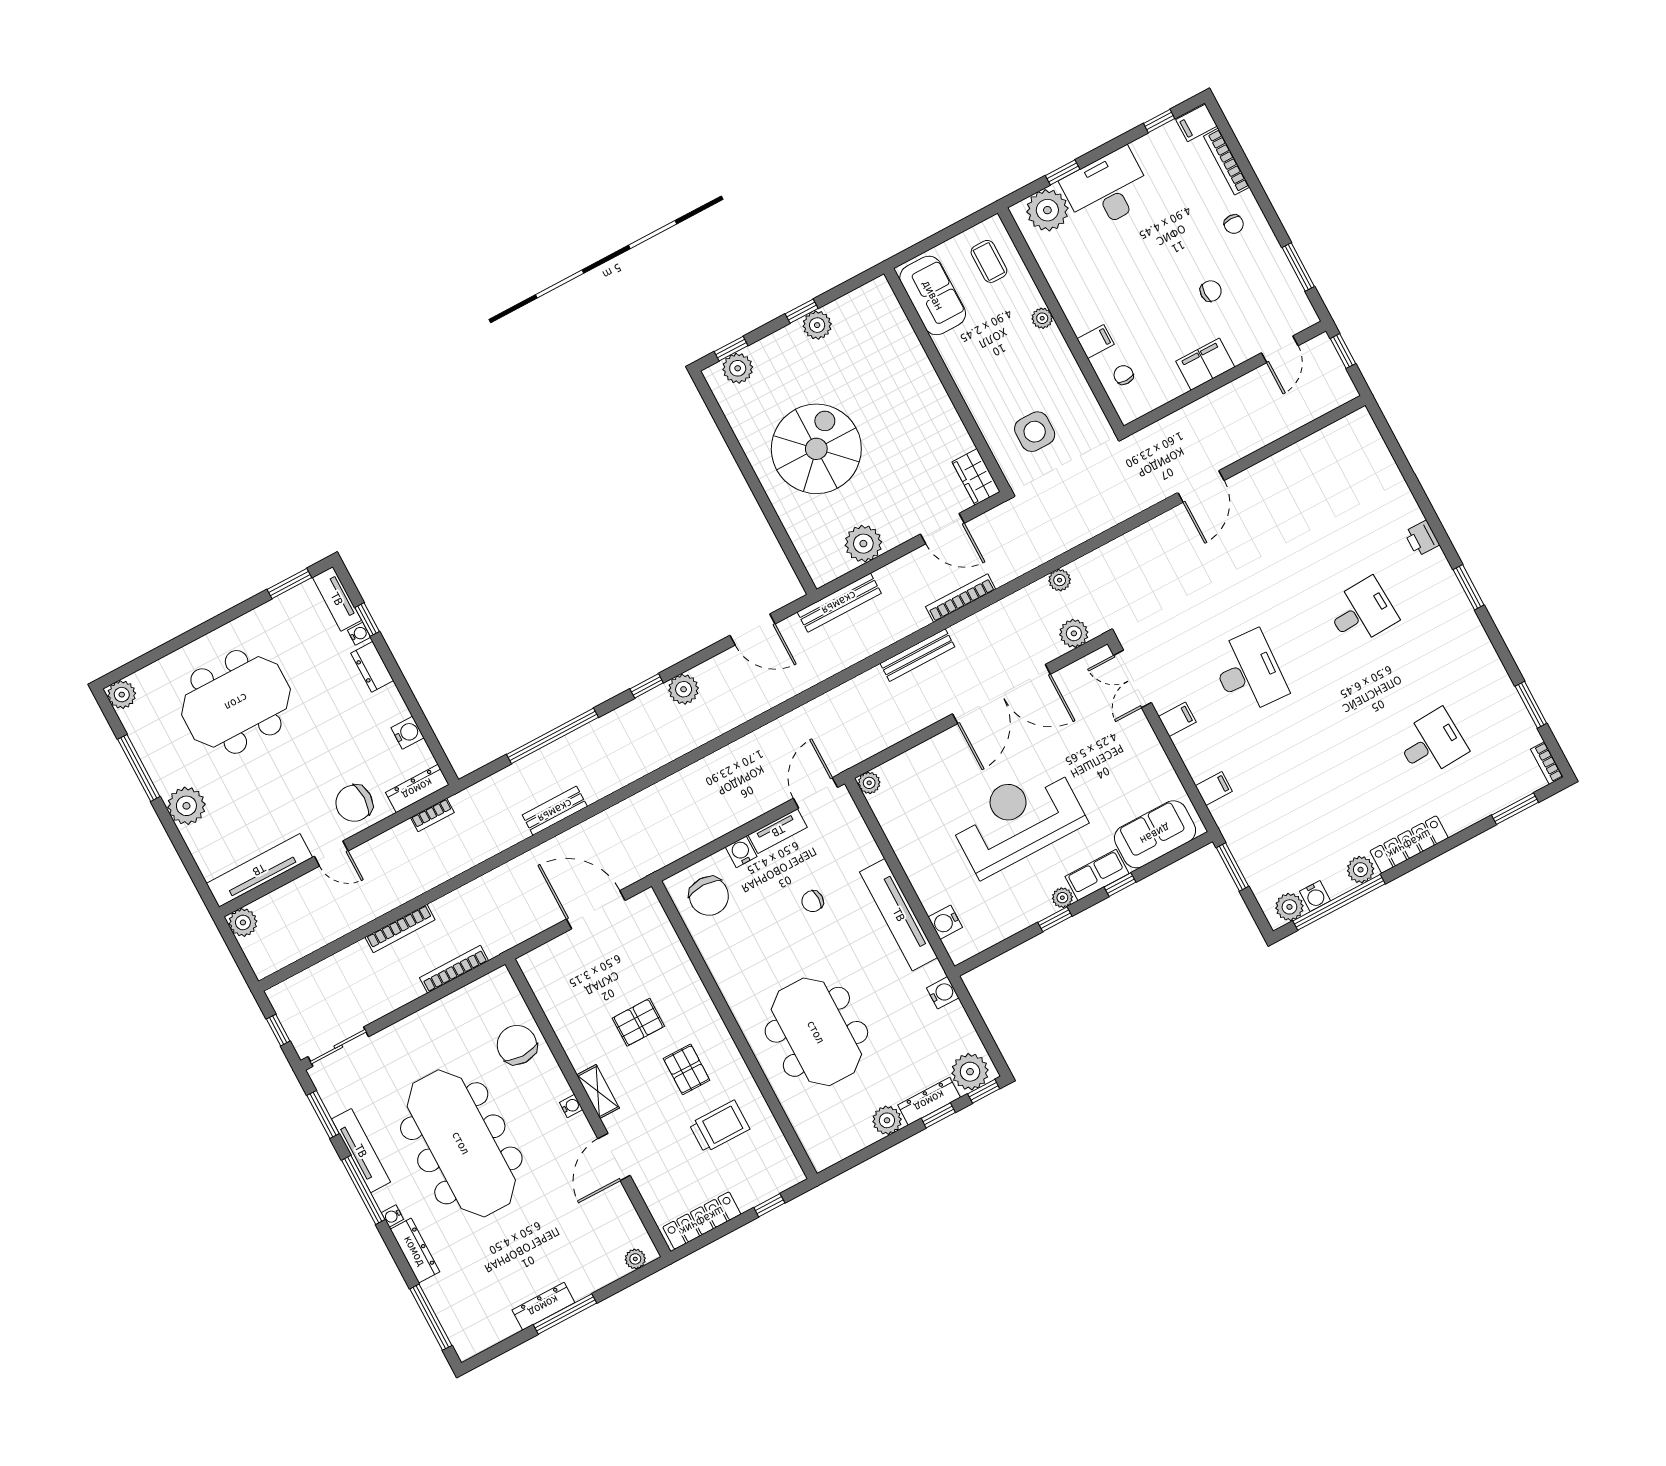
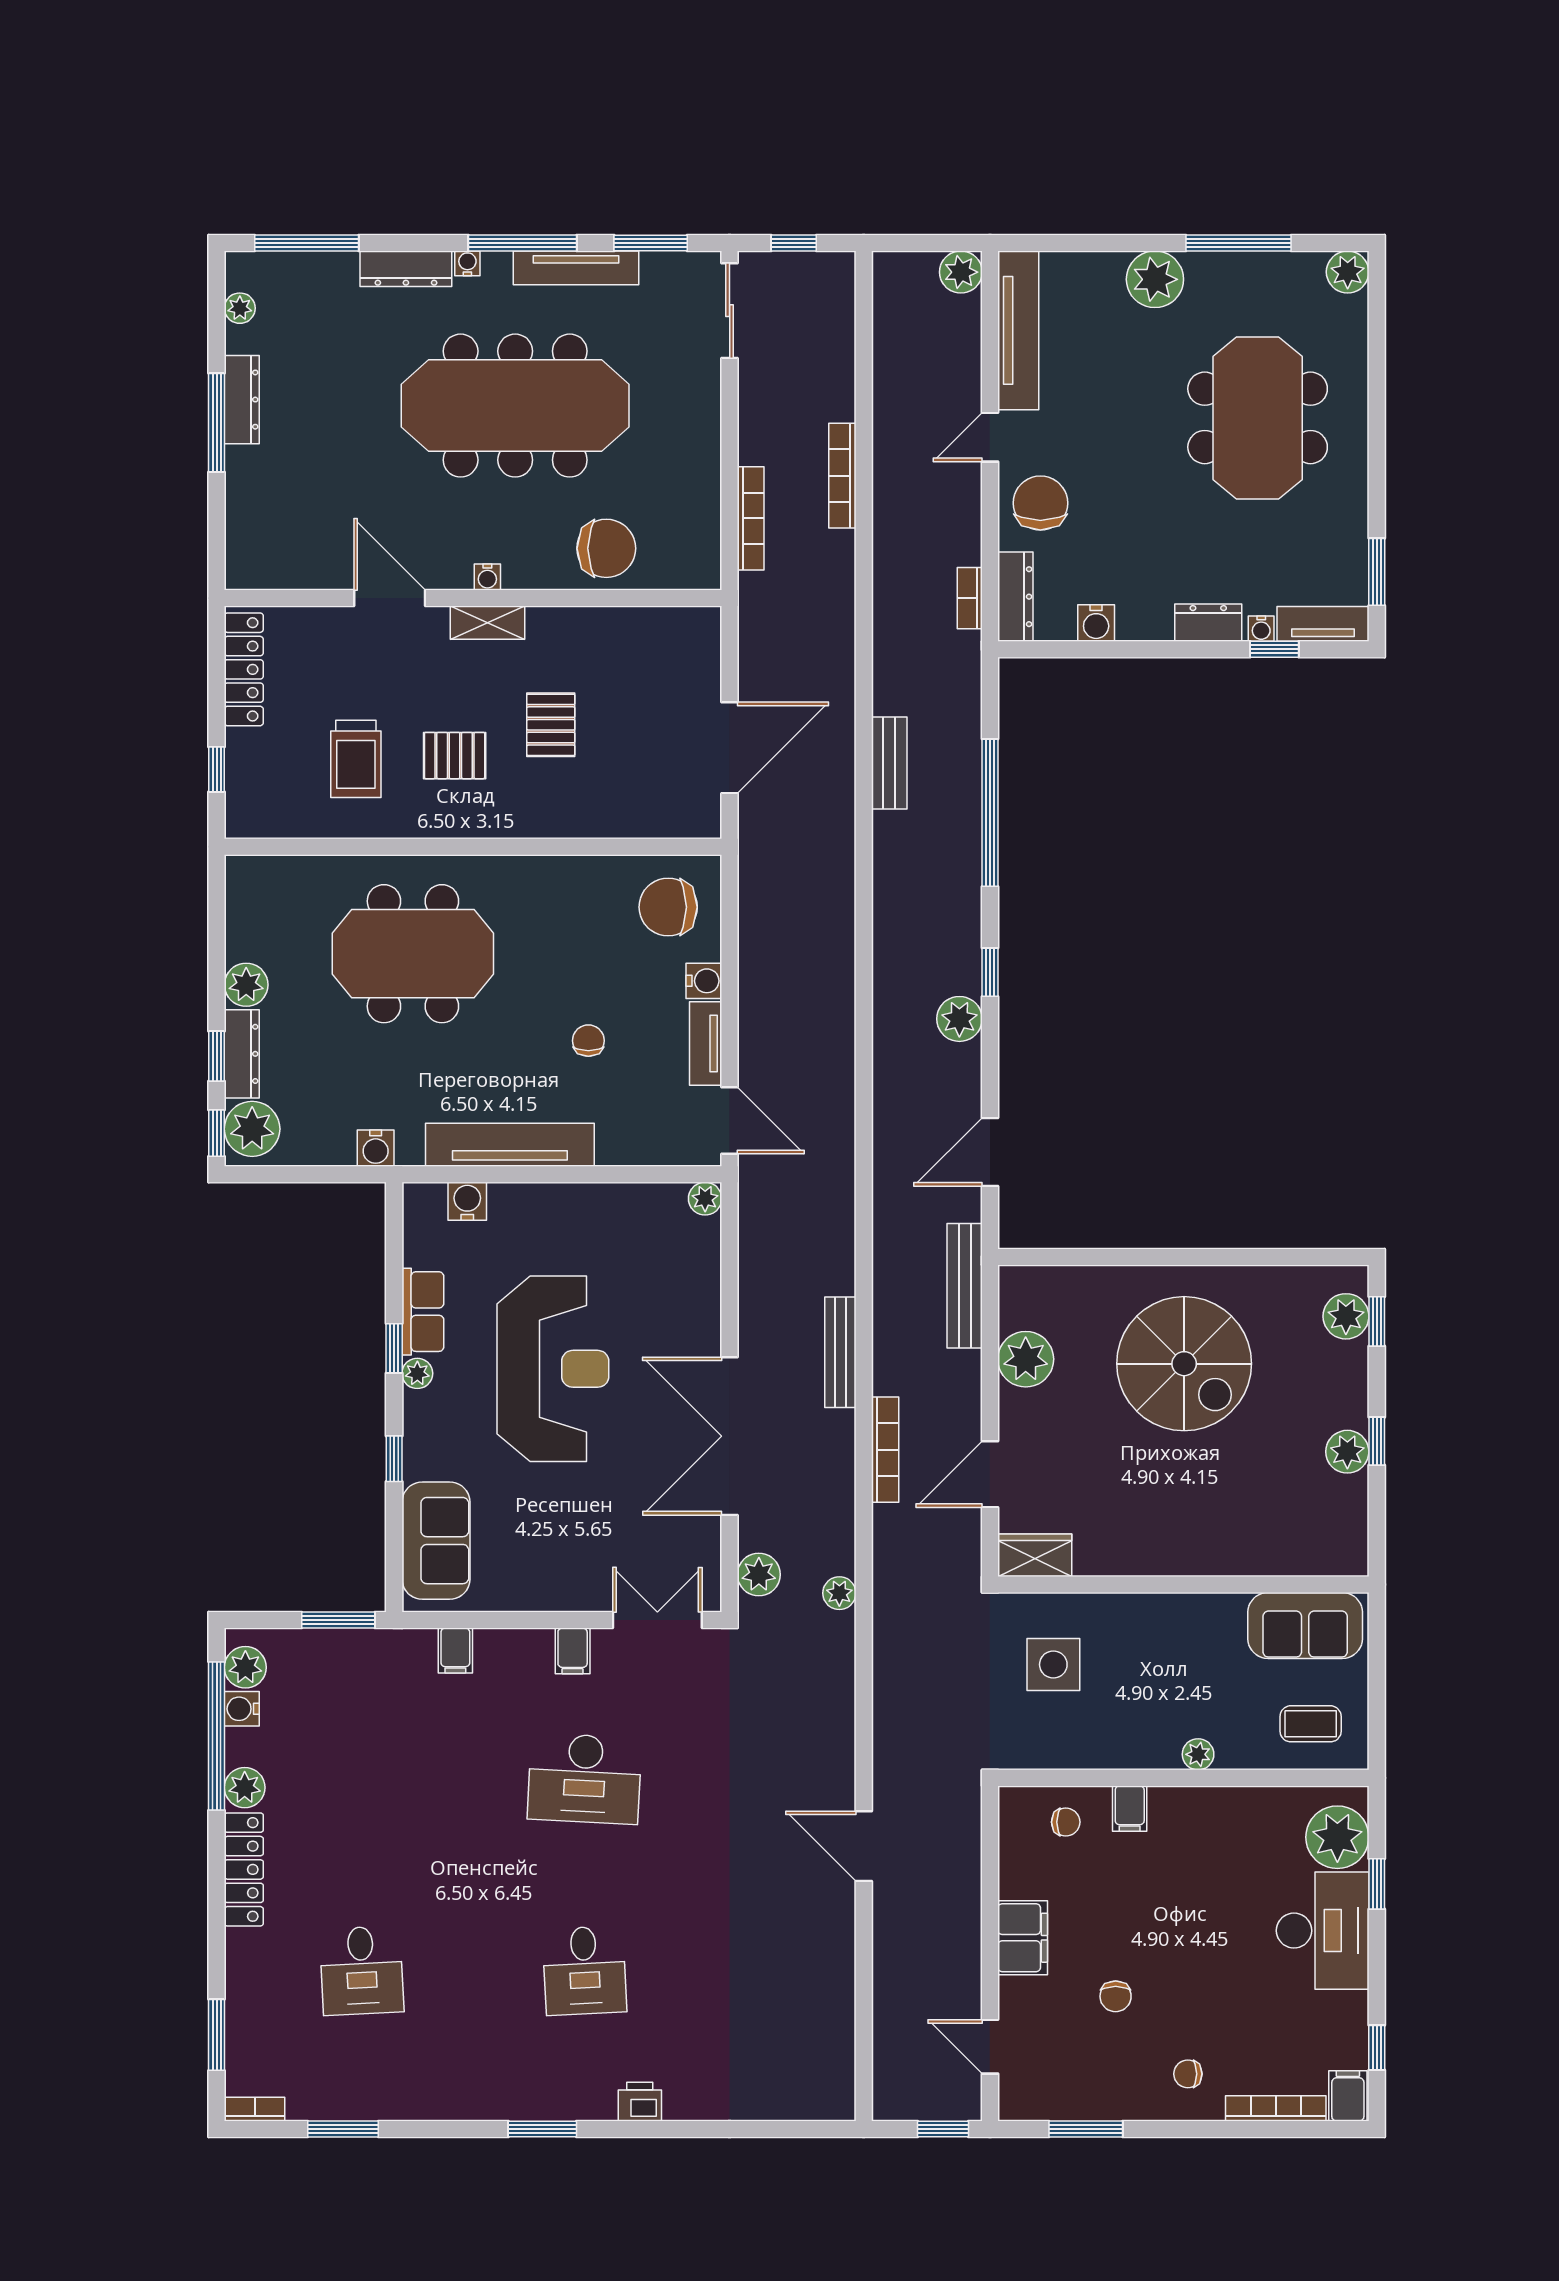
row of seats: (1097, 875) -> (423, 1312), moved
plant: (635, 1259) -> (240, 308), moved

